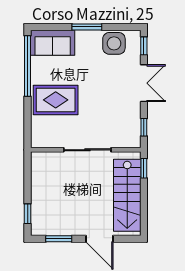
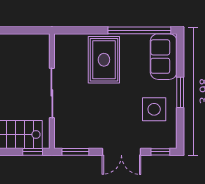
side table: (114, 43) -> (154, 109), moved
window: (144, 127) -> (75, 152), width x1.50

